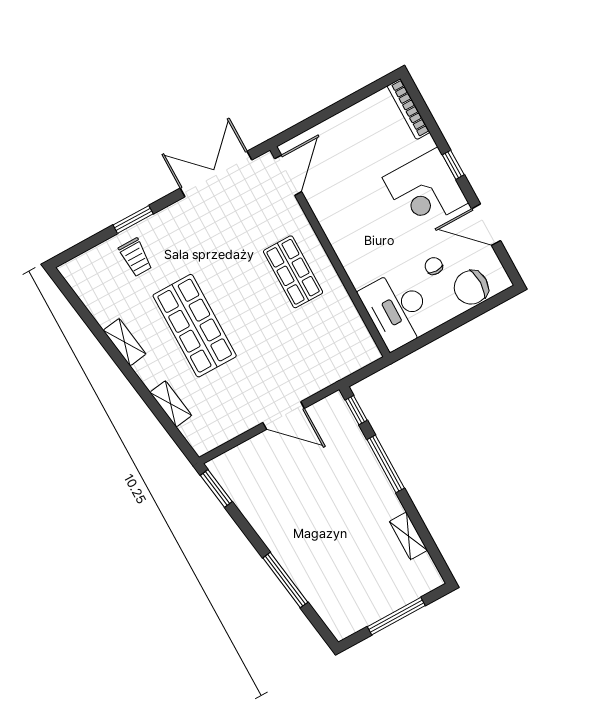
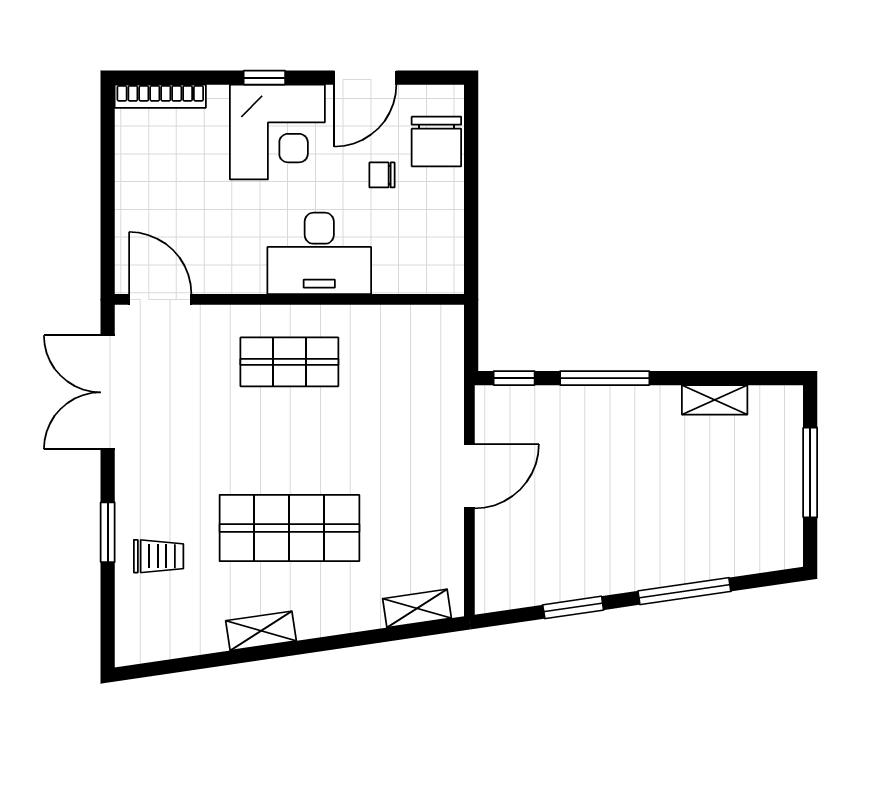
desk: (397, 309) -> (319, 253), moved
shelving: (171, 404) -> (417, 608), moved
window: (216, 489) -> (573, 607), moved

